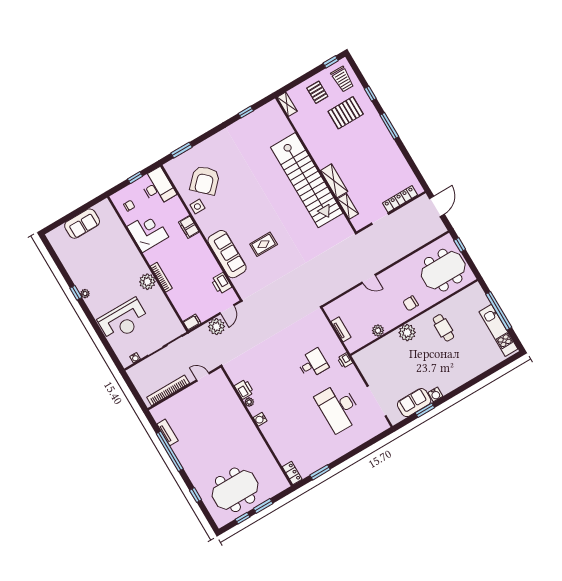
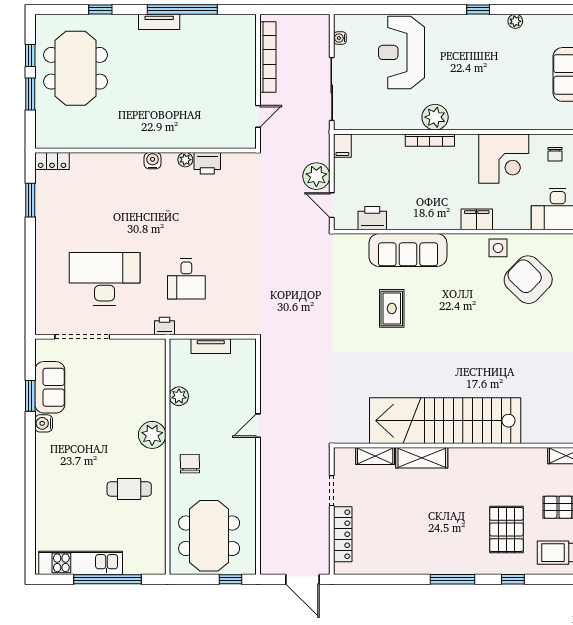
plant: (85, 294) -> (515, 21), moved
tv unit: (168, 432) -> (159, 22), moved

